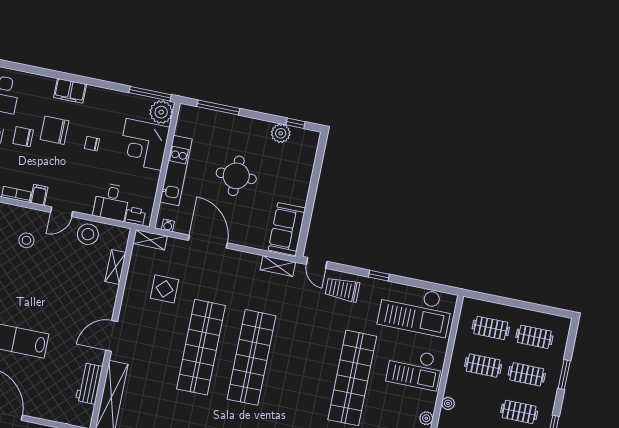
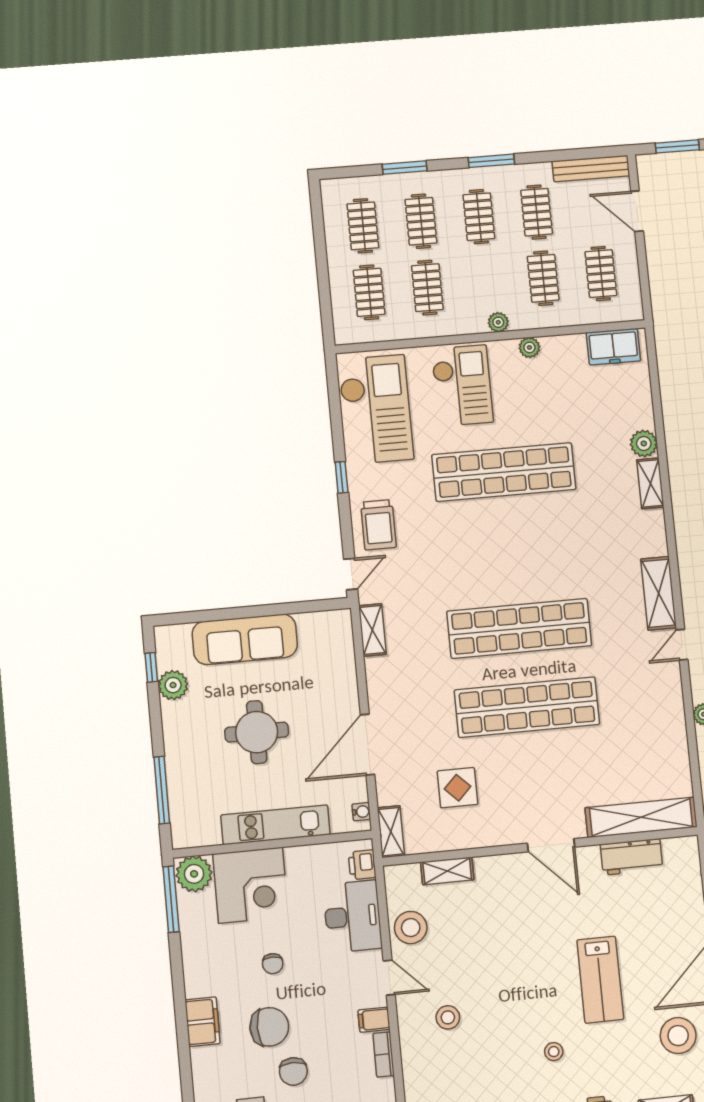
chair: (54, 130) -> (269, 1027), turned -90
desk: (111, 202) -> (353, 916), width x1.37
sofa: (287, 229) -> (245, 639), moved, width x1.36

